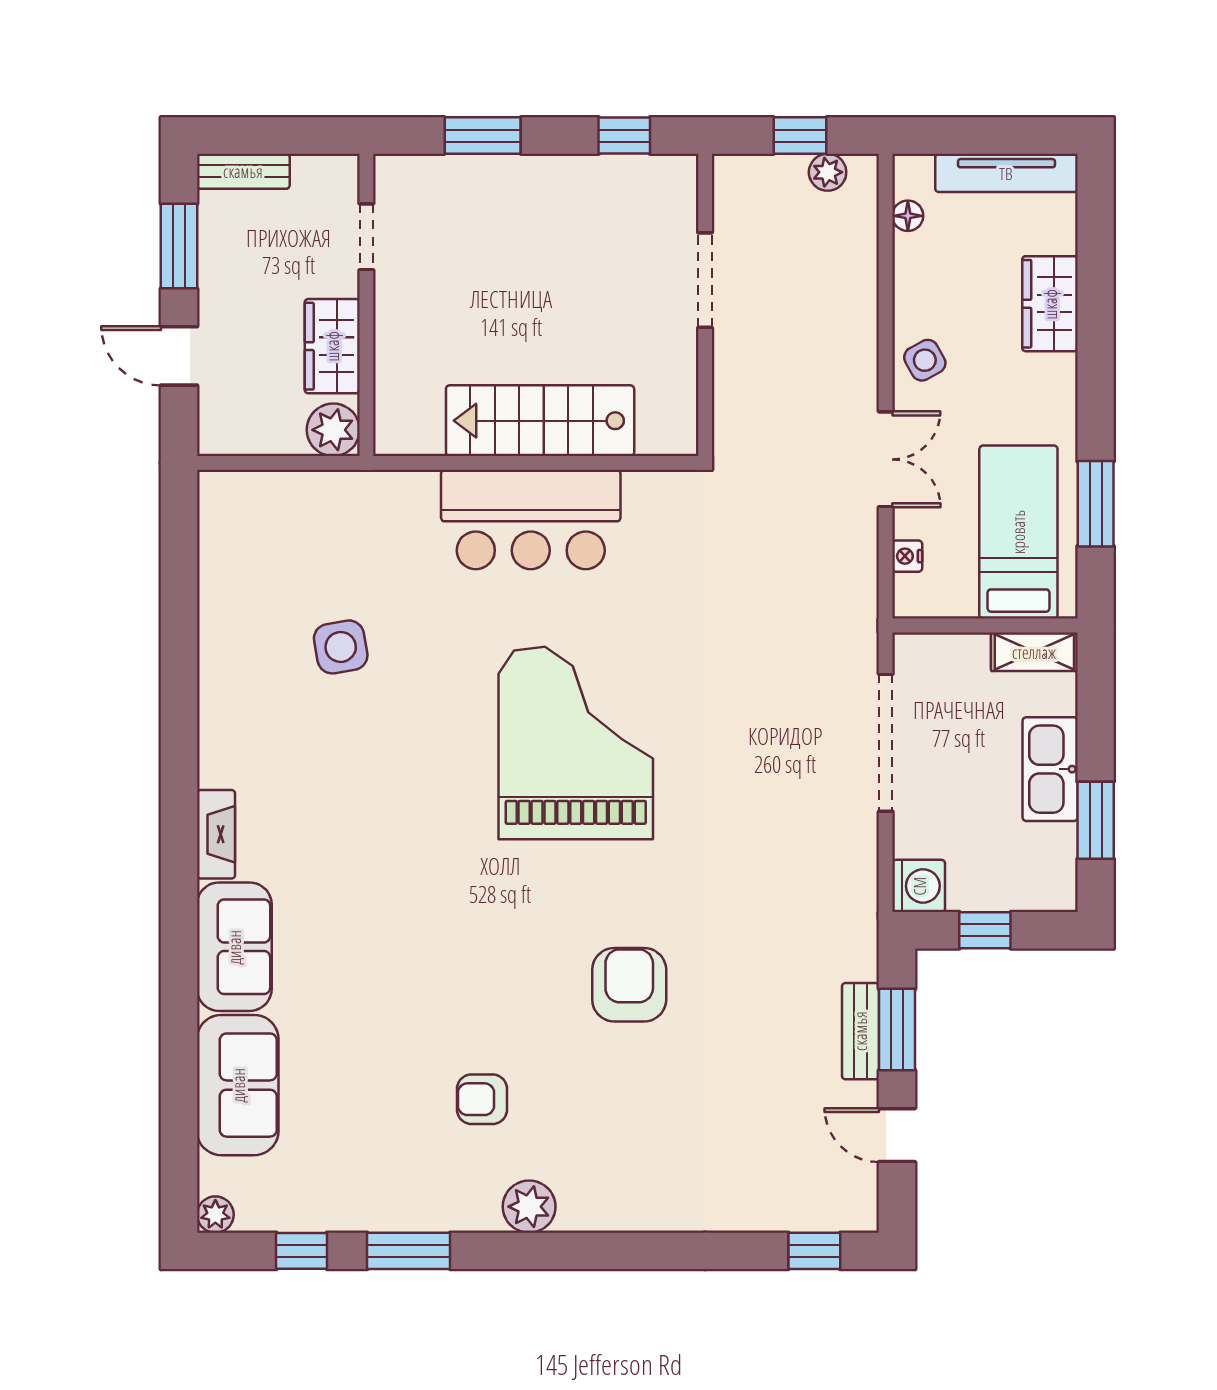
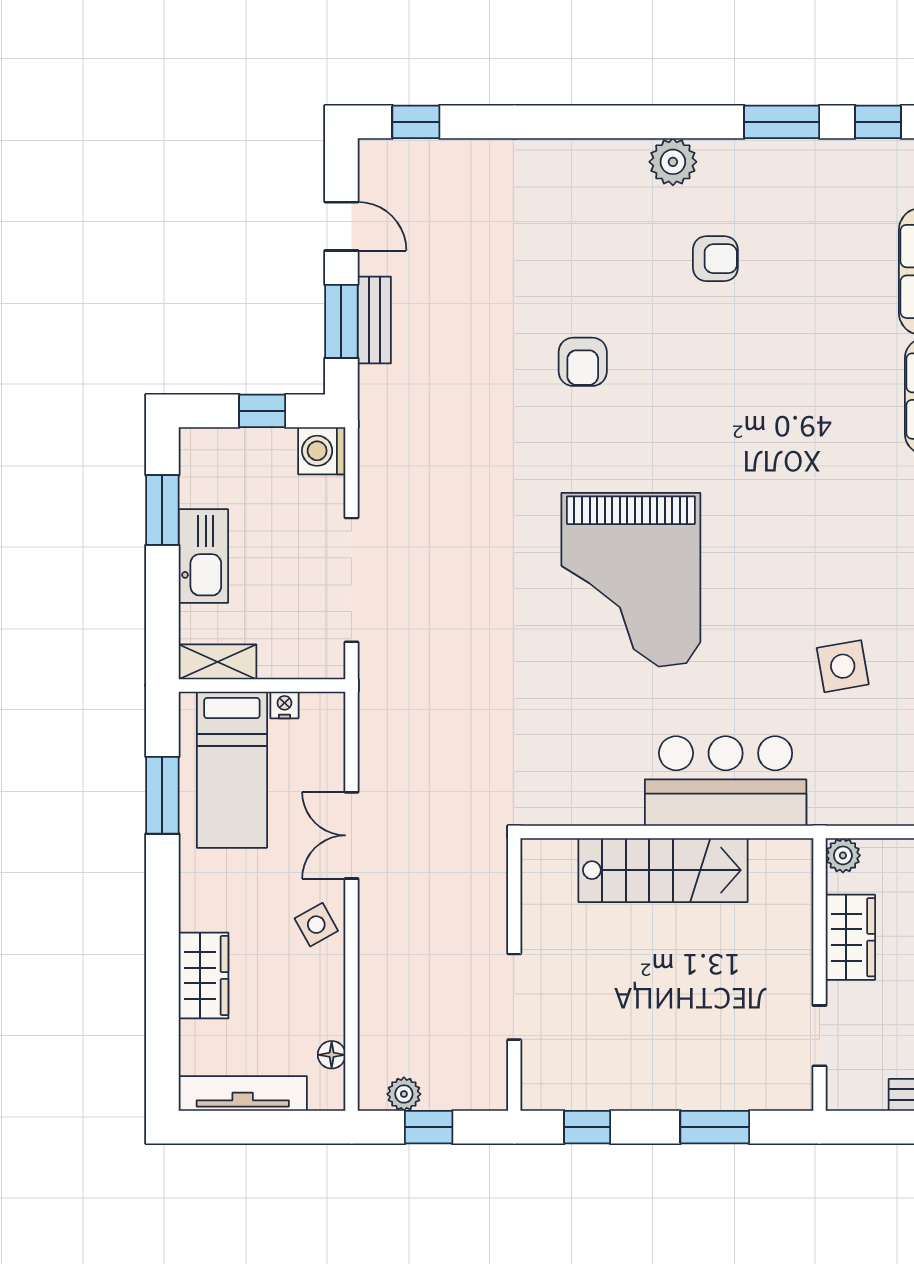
plant: (333, 430) -> (843, 855), width x0.73, depth x0.73
bar counter: (531, 519) -> (726, 781), moved
nightstand: (907, 556) -> (284, 705), moved, turned -90
armchair: (629, 985) -> (583, 362), width x0.72, depth x0.72

